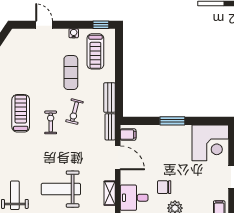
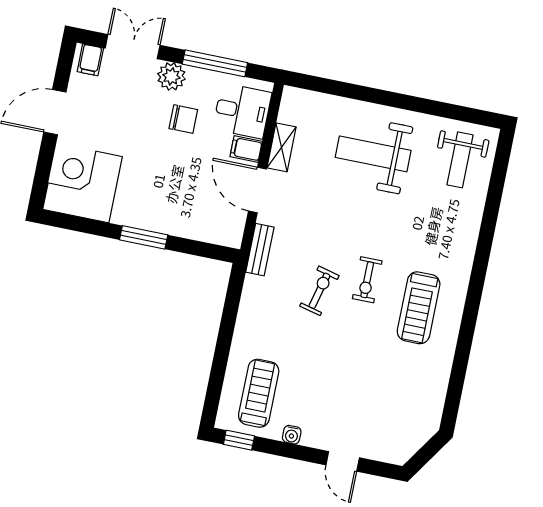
exercise mat: (71, 73) -> (312, 364), removed
bench: (109, 98) -> (250, 304), removed
filing cabinet: (128, 135) -> (246, 149), moved
weight bench: (61, 189) -> (373, 154), turned 180
shelving: (110, 193) -> (282, 147), moved

